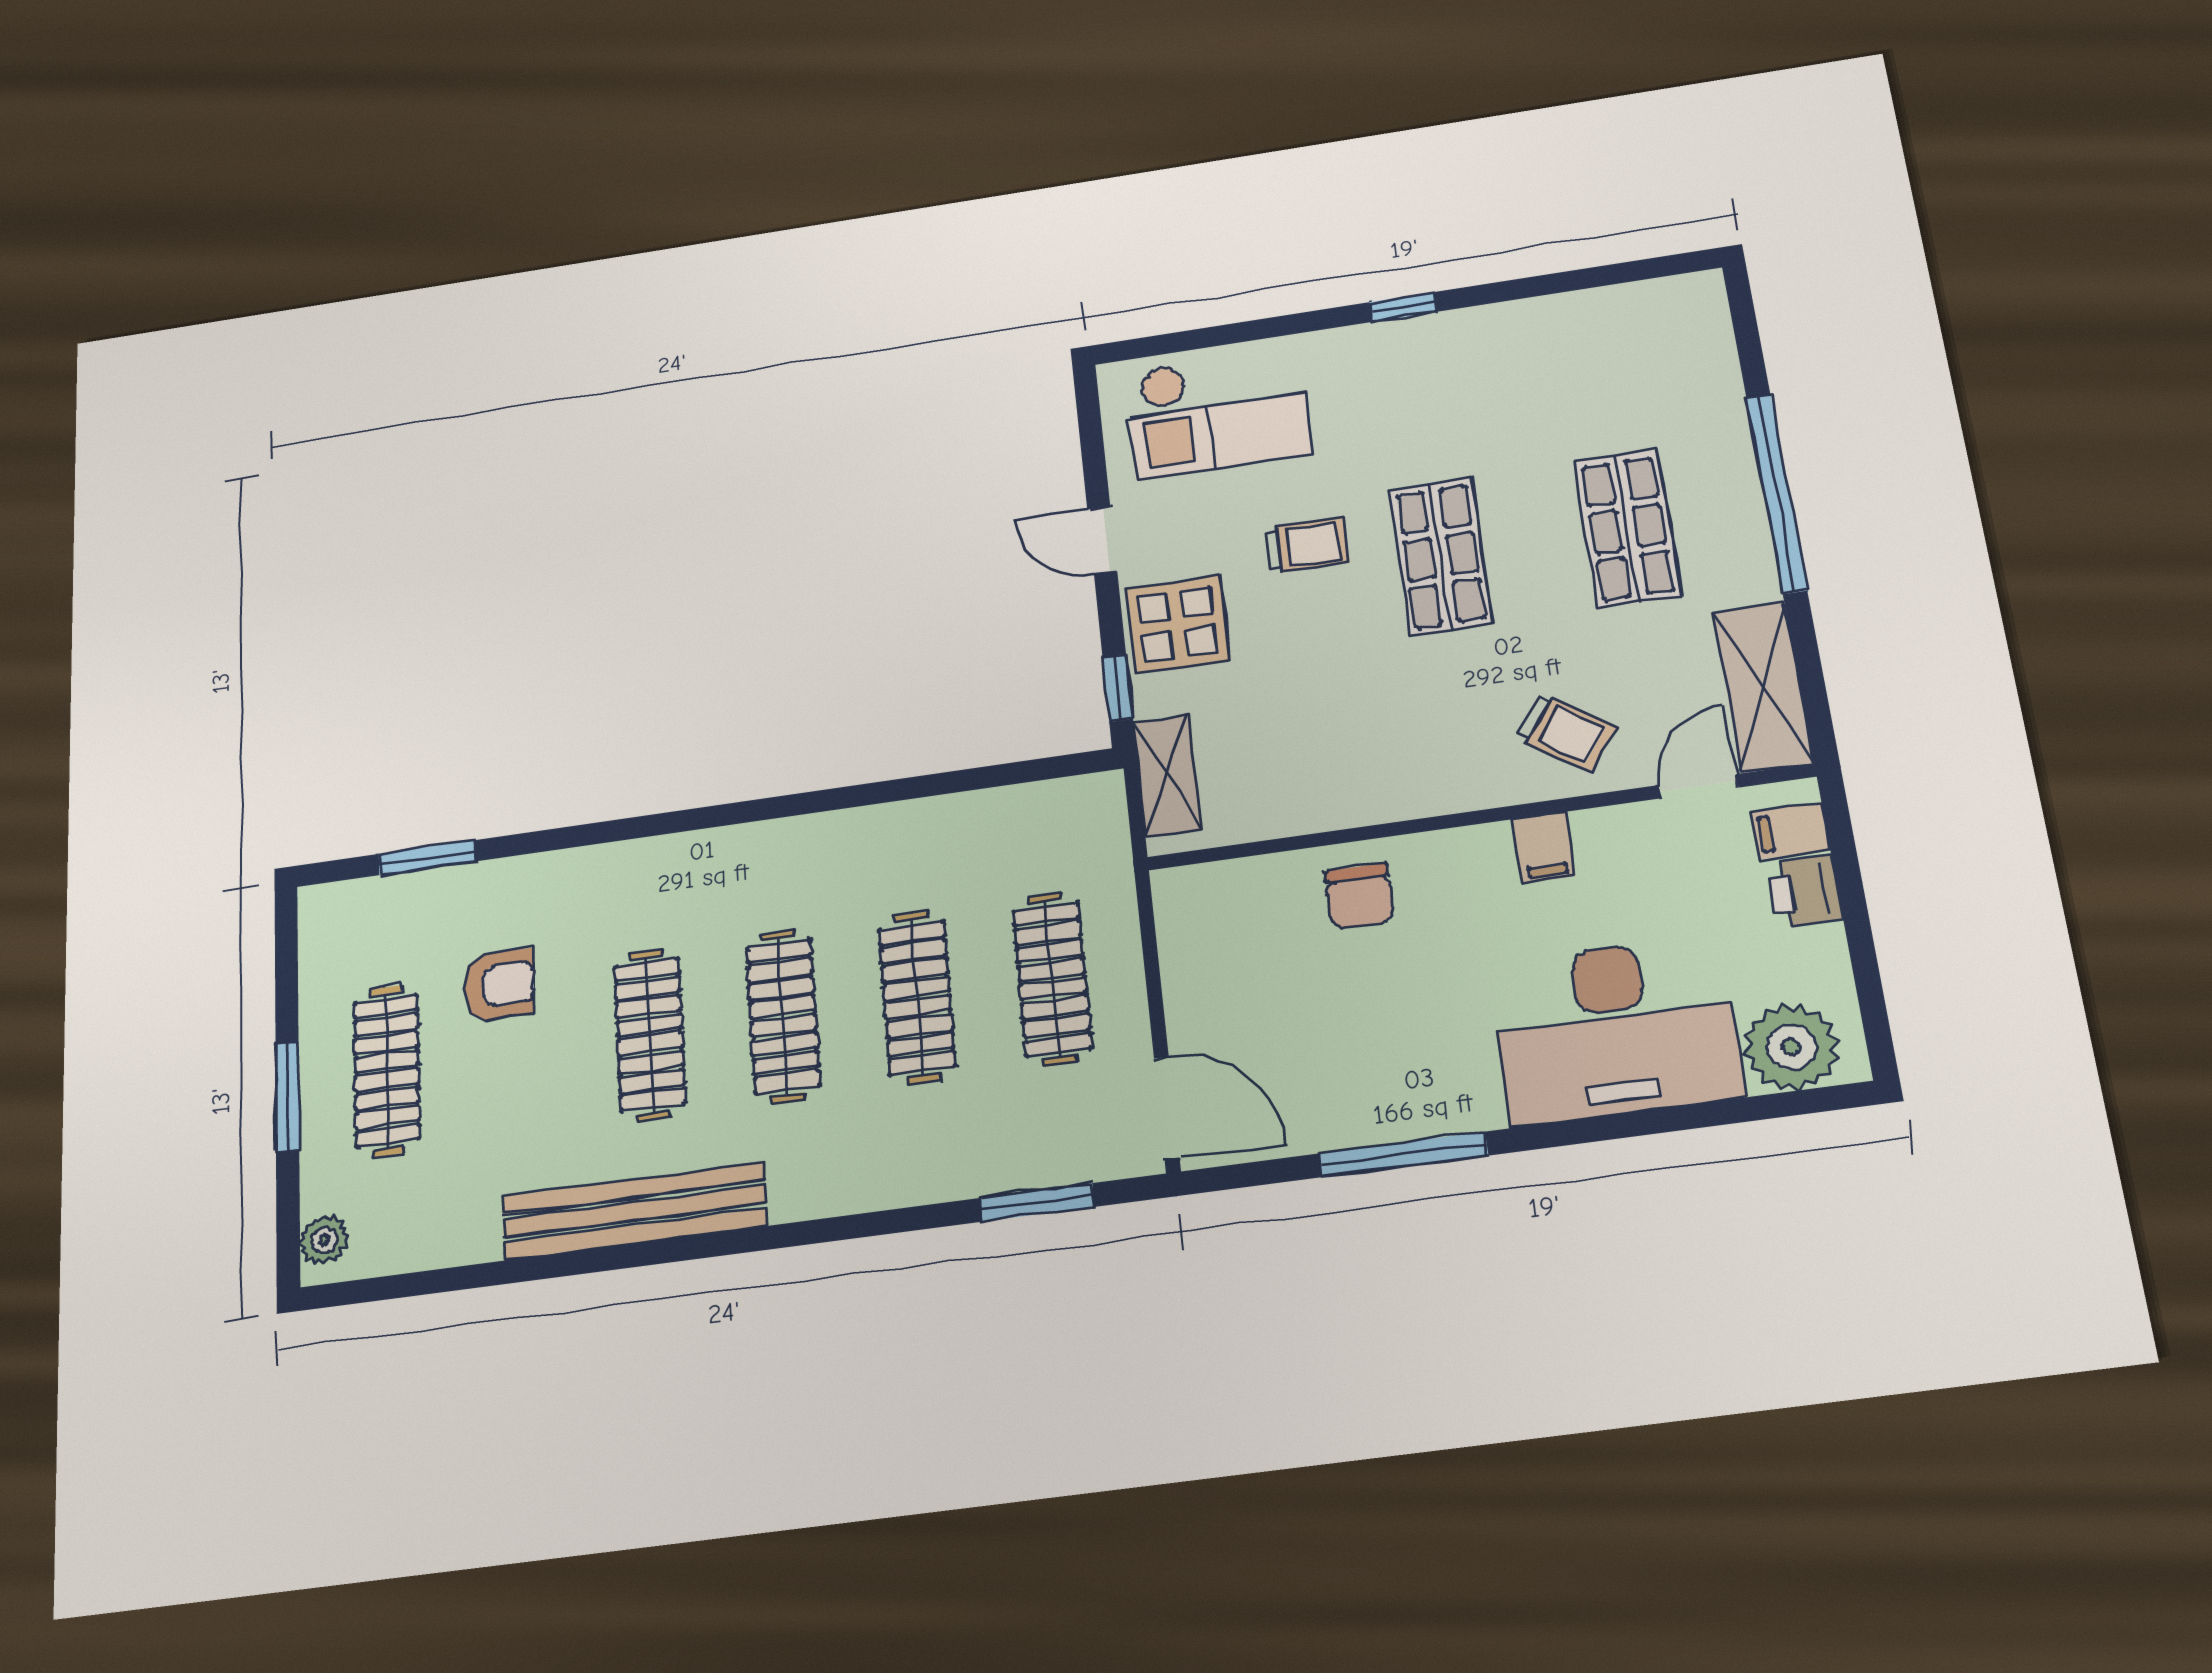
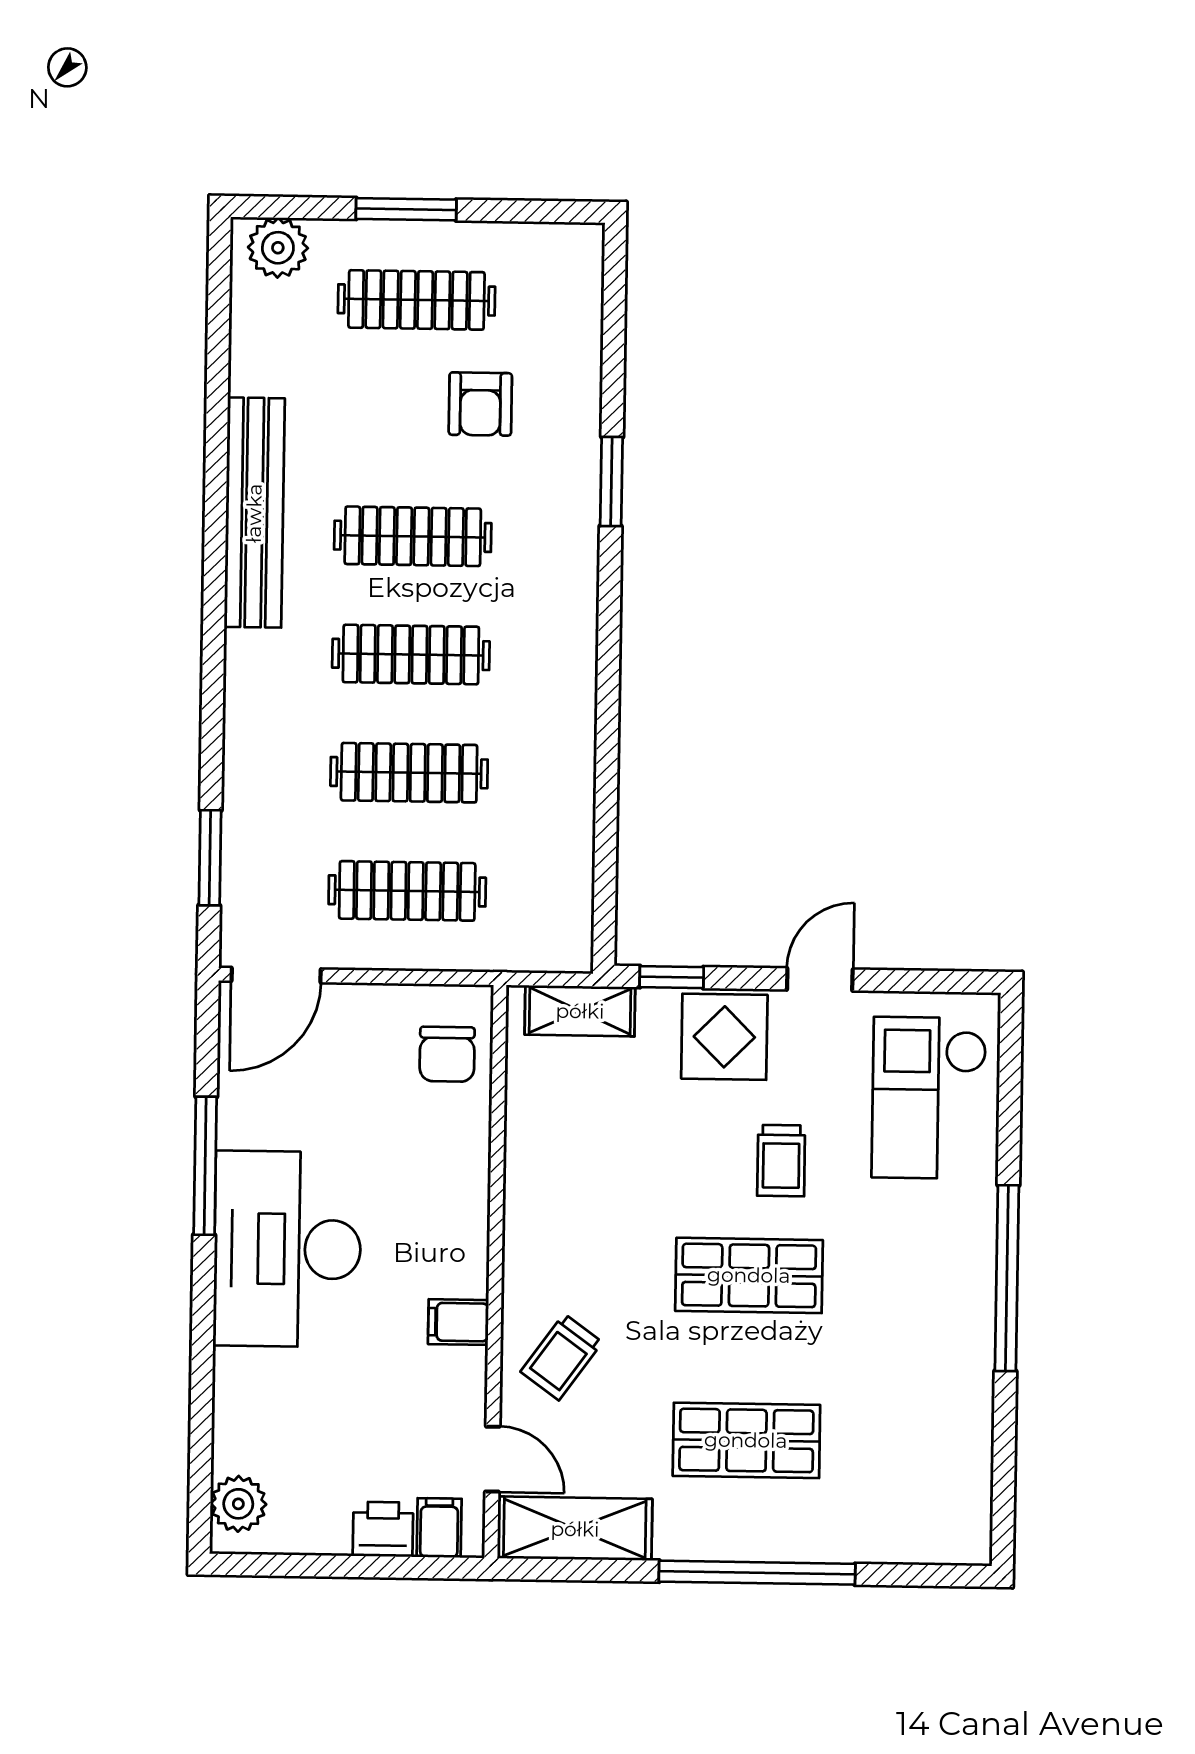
window: (1403, 307) -> (1007, 1278), width x3.17
window: (427, 858) -> (611, 482), moved
chair: (1359, 896) -> (447, 1054), moved, turned -90
desk: (1615, 1030) -> (287, 1249), moved
plant: (1791, 1047) -> (238, 1504), width x0.73, depth x0.73
plant: (324, 1240) -> (278, 248), width x1.38, depth x1.38

